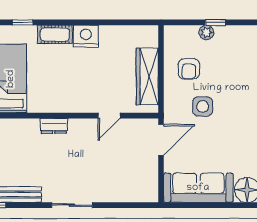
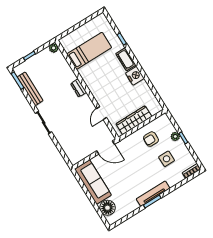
side table: (203, 106) -> (167, 159), moved
door: (109, 116) -> (101, 113), hinge flipped

